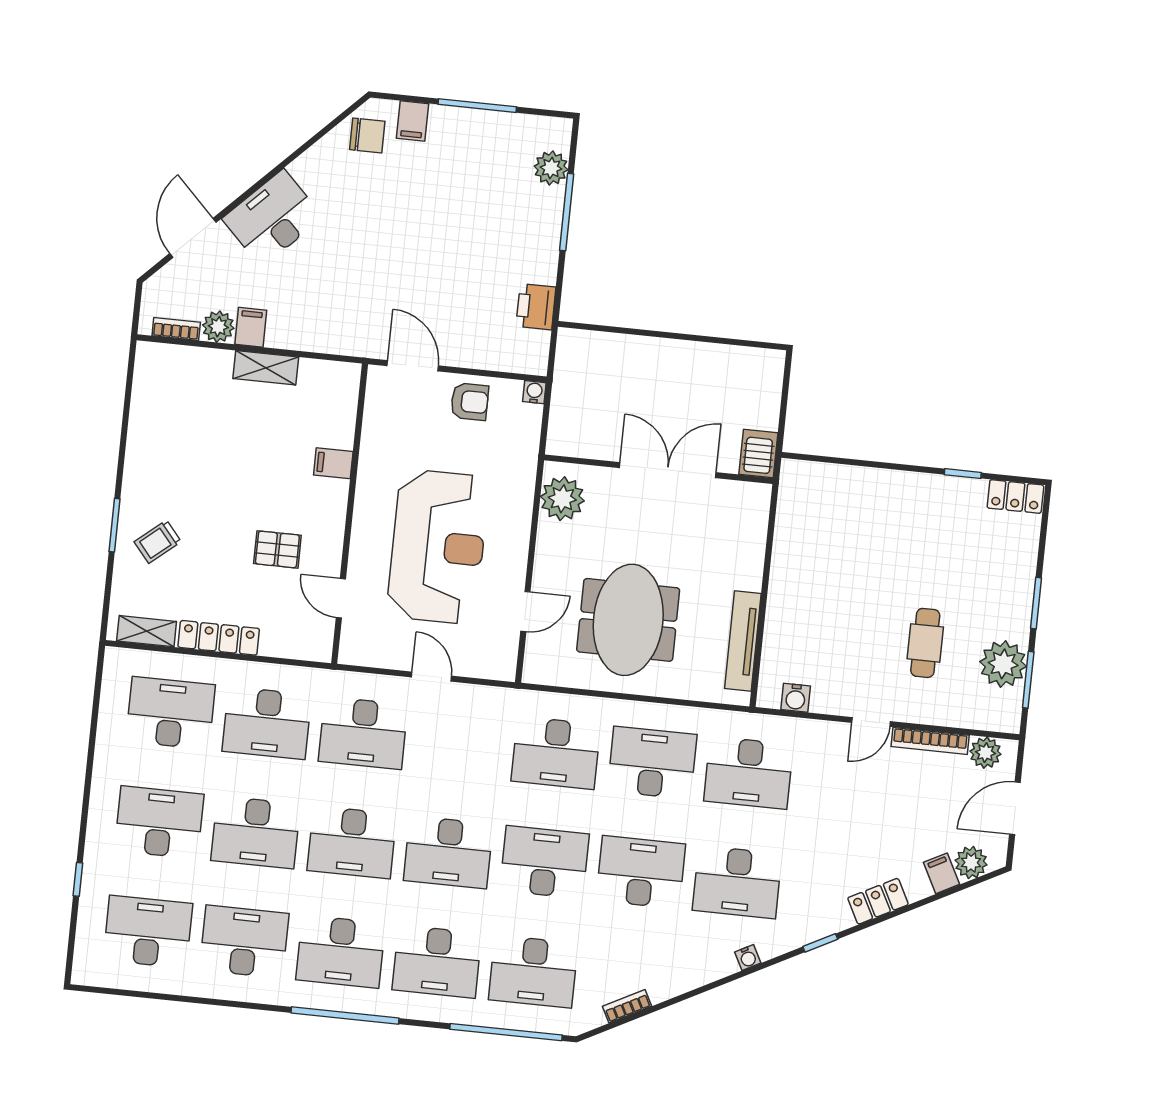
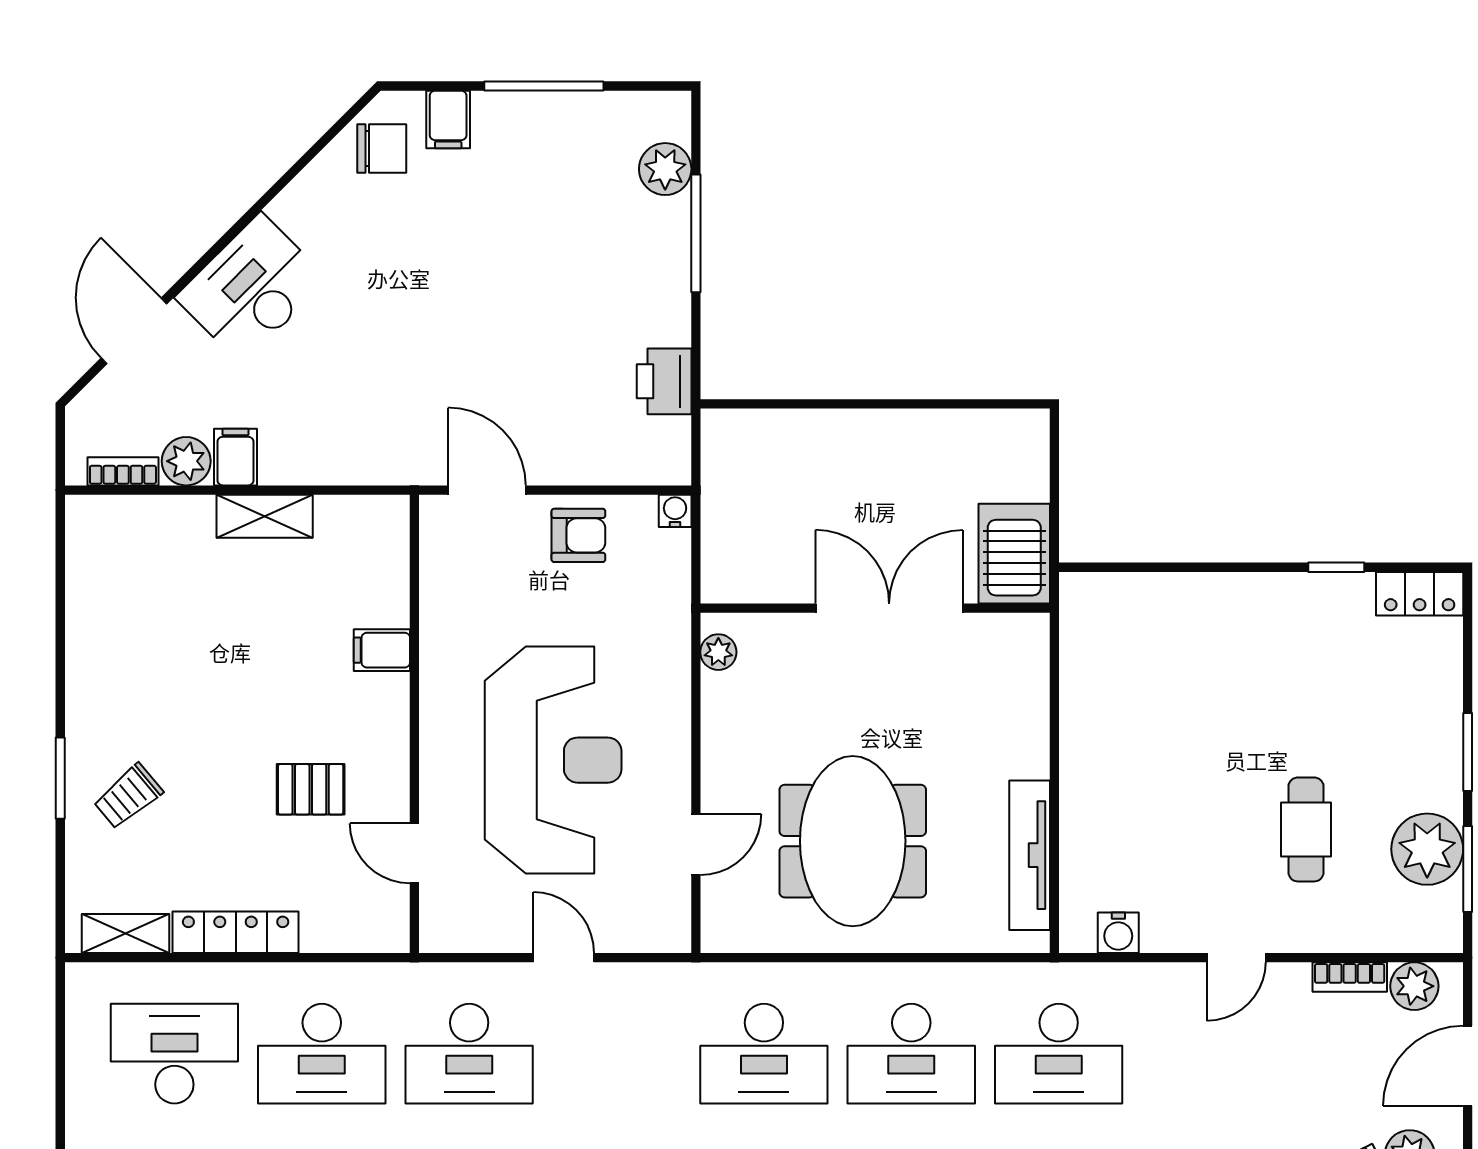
server rack: (758, 454) -> (1014, 554), width x1.36, depth x1.44
plant: (562, 499) -> (718, 652), width x0.53, depth x0.53
bookcase: (930, 741) -> (1350, 977), width x0.64
desk: (652, 763) -> (911, 1054), turned 180

